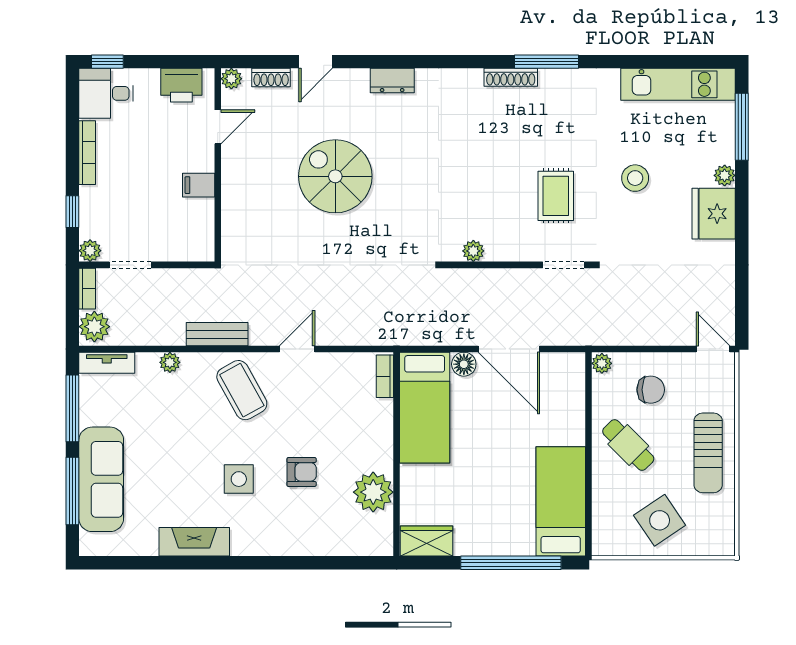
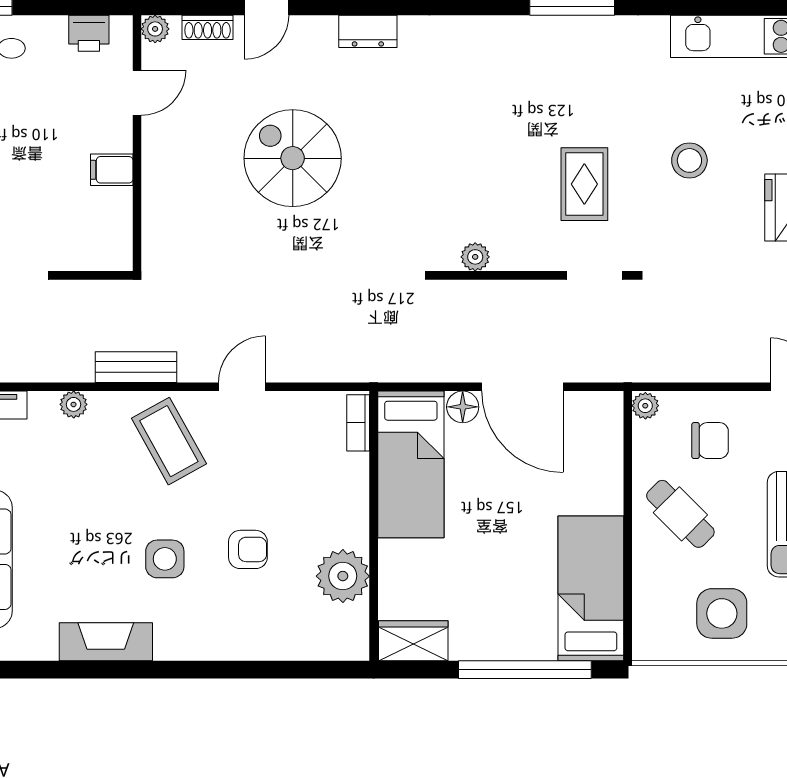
shoe rack: (511, 77) -> (525, 27), removed
printer: (181, 85) -> (89, 33), width x0.73, depth x0.81
side table: (660, 520) -> (722, 613), turned 34

